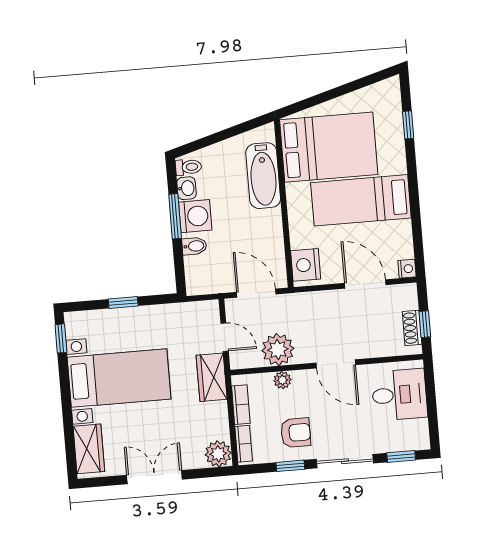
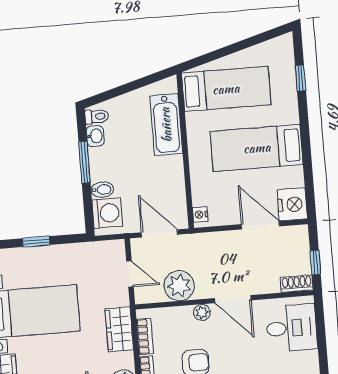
bed: (329, 147) -> (226, 89), width x0.67
washing machine: (195, 216) -> (107, 213), moved
nightstand: (306, 265) -> (200, 215), width x0.53, depth x0.56
nightstand: (407, 269) -> (292, 204), width x1.89, depth x1.79
shoe rack: (412, 328) -> (297, 284), moved, turned 90
wardrobe: (212, 377) -> (119, 329), moved
plant: (282, 380) -> (202, 312), moved

